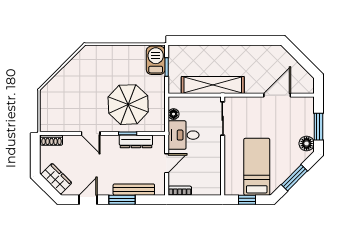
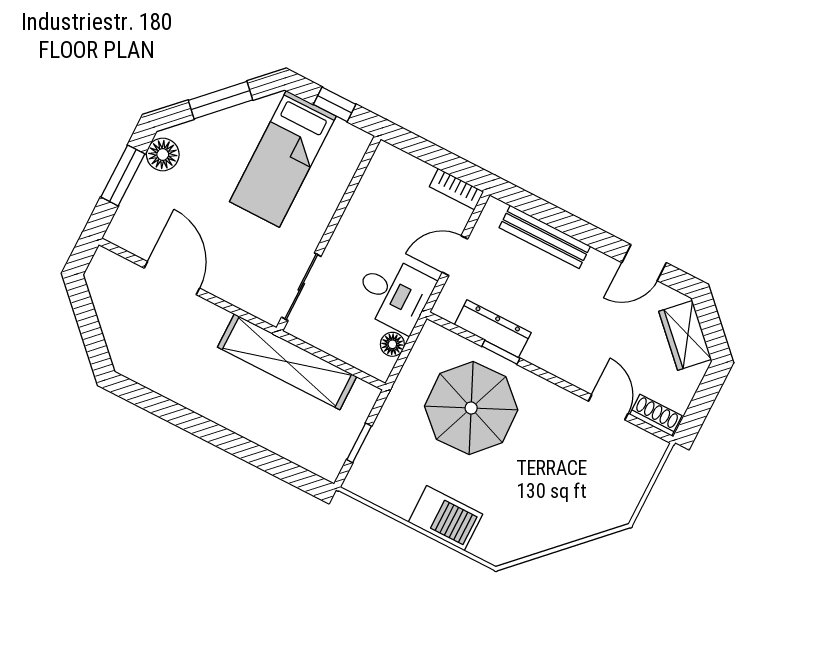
barbecue: (156, 60) -> (445, 518), moved, turned -90
door: (277, 95) -> (172, 278), swing flipped
door: (91, 133) -> (608, 407), moved
window: (122, 200) -> (578, 229), removed

